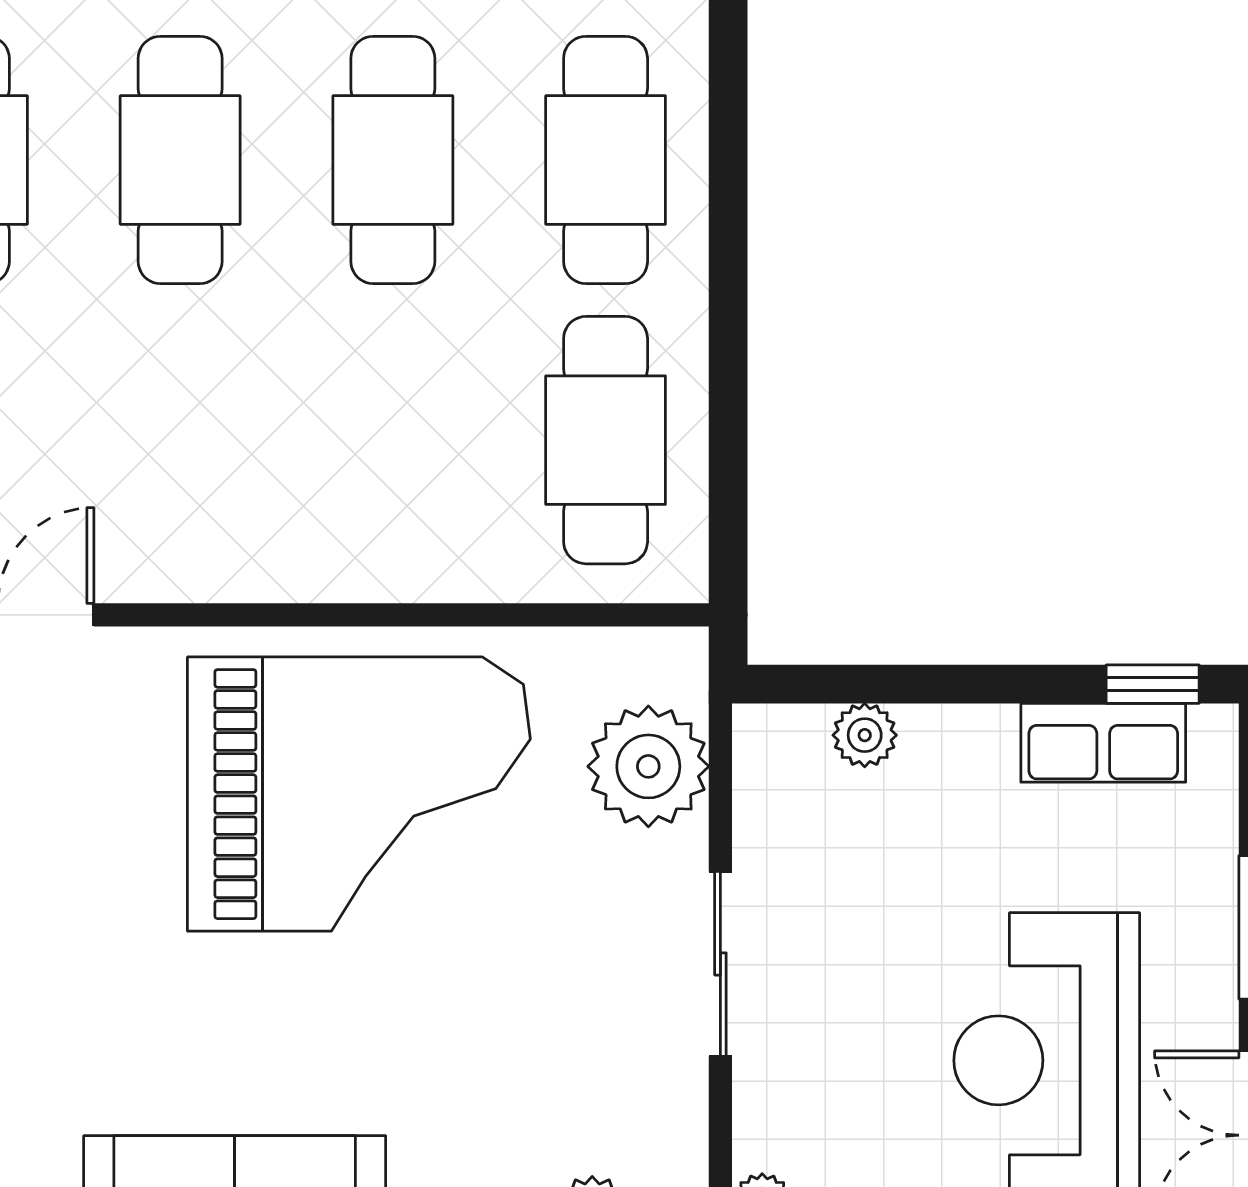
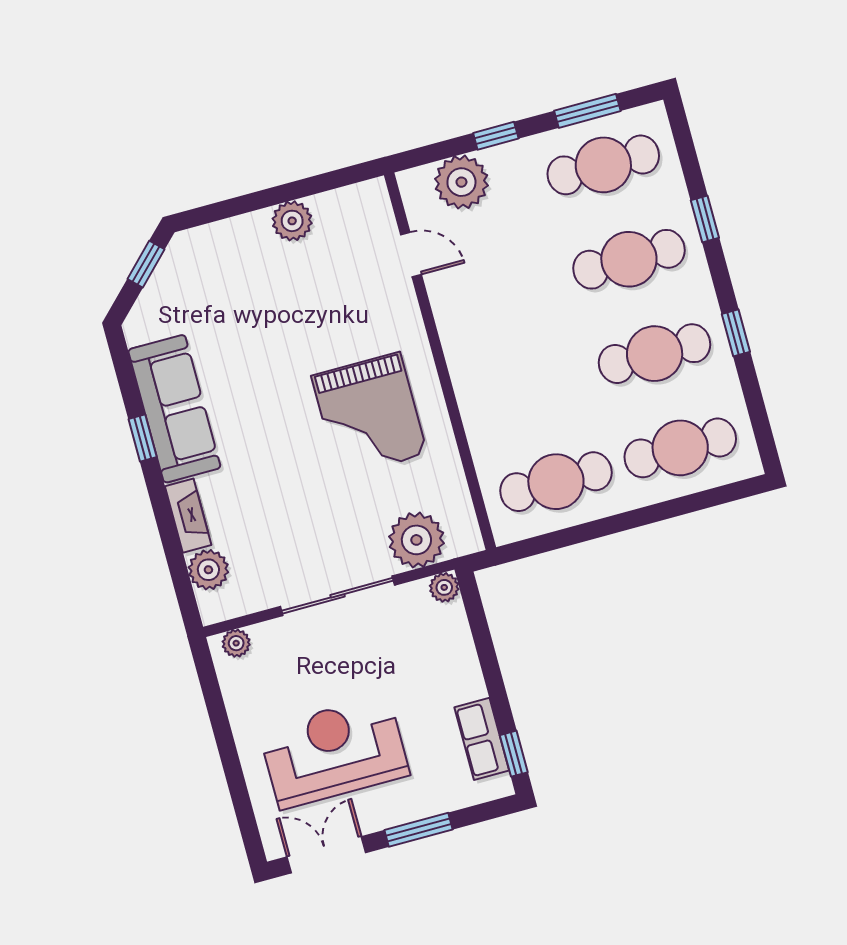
plant: (865, 735) -> (444, 587), moved
grand piano: (359, 794) -> (369, 415), width x0.73, depth x0.68
sliding door: (720, 964) -> (338, 596), width x1.37

